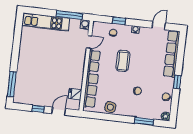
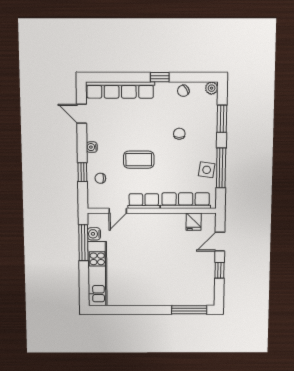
water cooler: (85, 24) -> (94, 234), moved
door: (89, 42) -> (118, 211), swing flipped
door: (59, 111) -> (220, 242), hinge flipped
window: (111, 117) -> (221, 168), added

